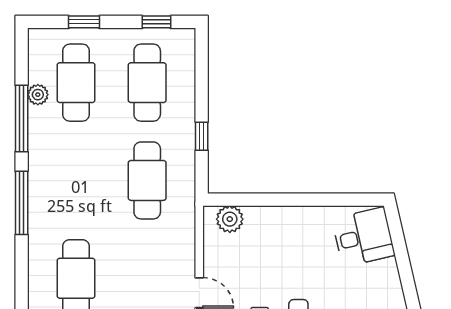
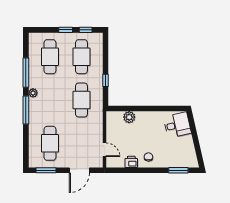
window: (84, 22) -> (66, 30), moved
plant: (38, 95) -> (33, 93), moved
plant: (230, 219) -> (129, 117), moved

